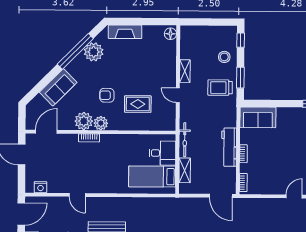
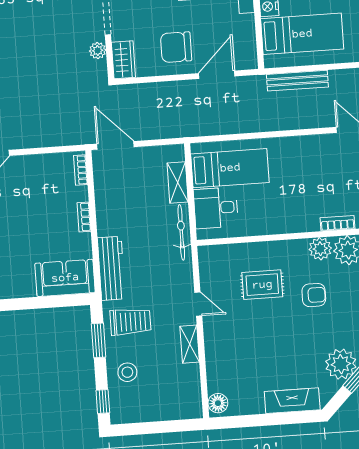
workbench: (229, 147) -> (111, 268), moved

